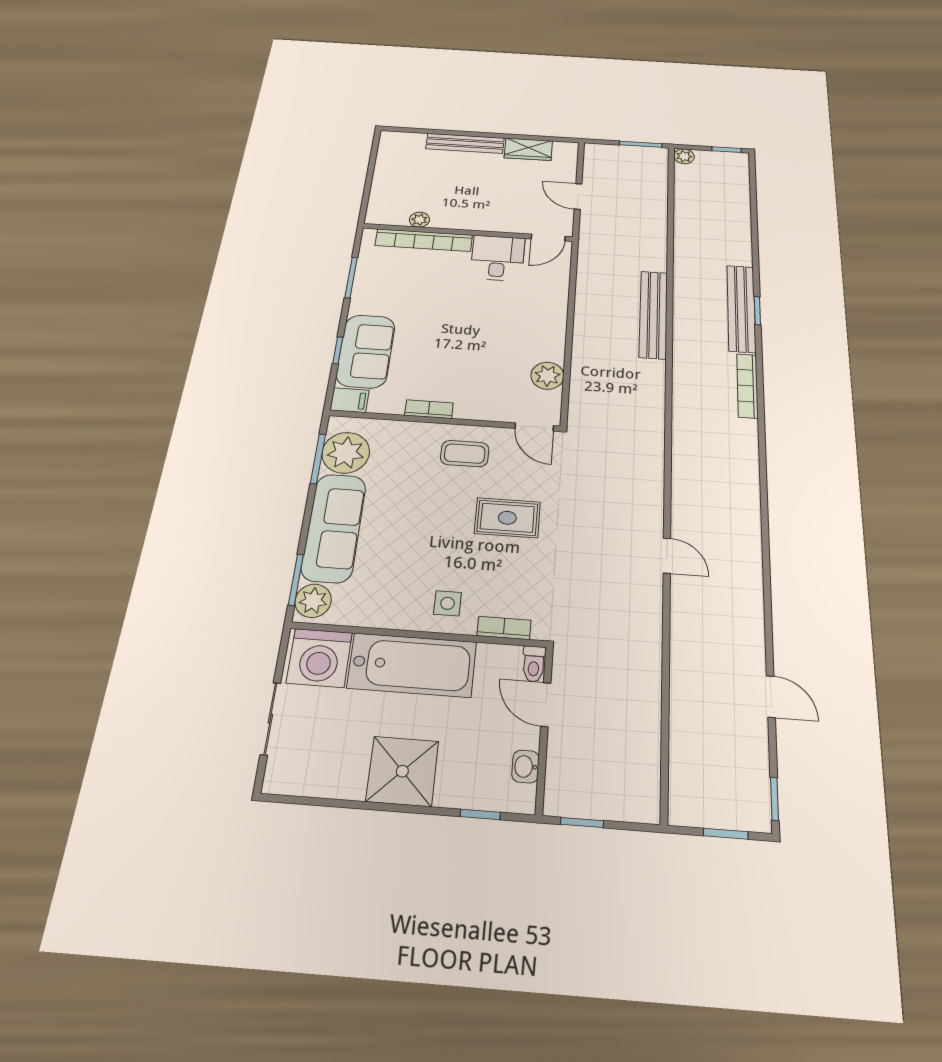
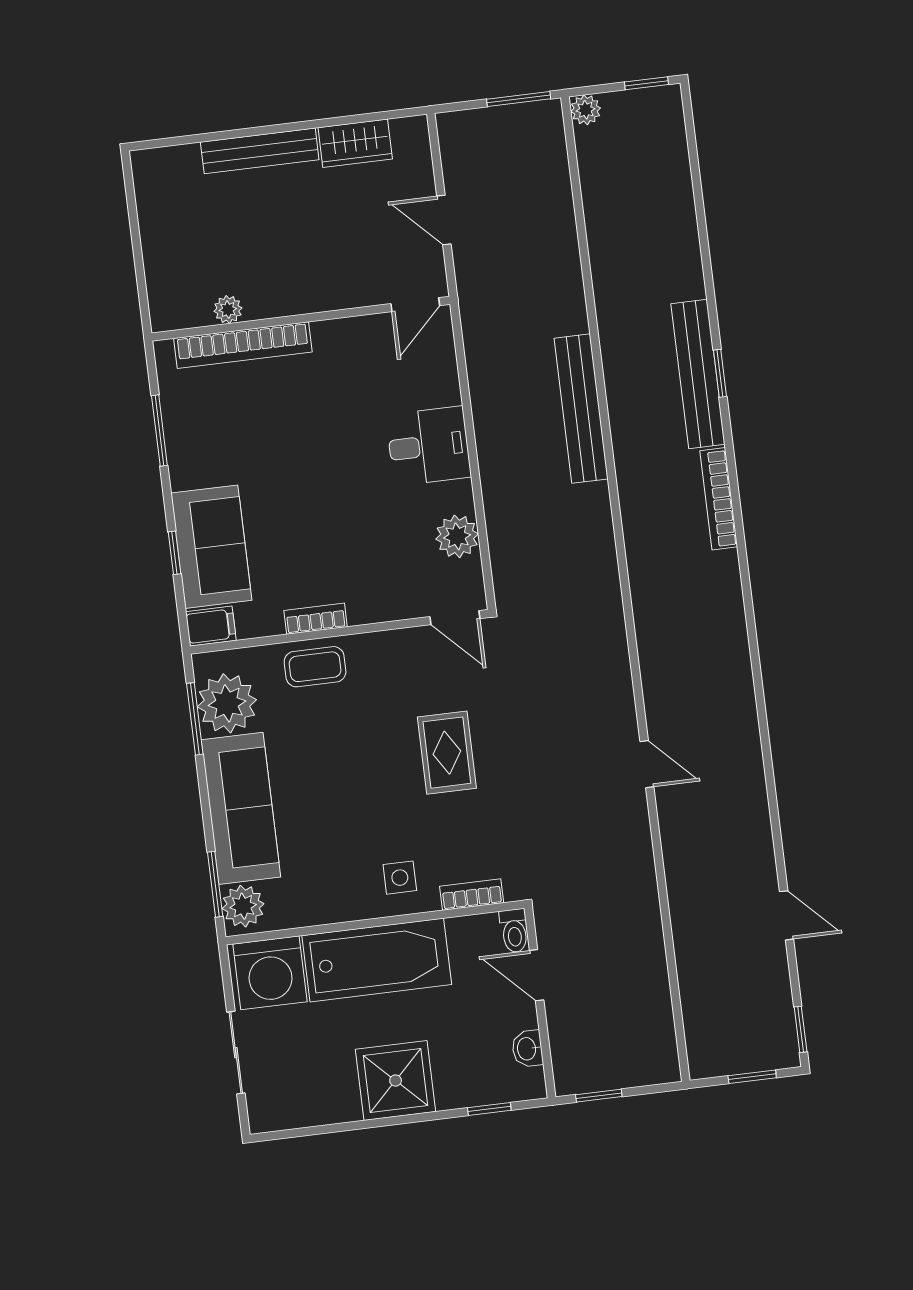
desk: (498, 258) -> (429, 446), moved, turned 90
coffee table: (465, 454) -> (315, 667), moved
rug: (507, 518) -> (447, 753), turned 90

